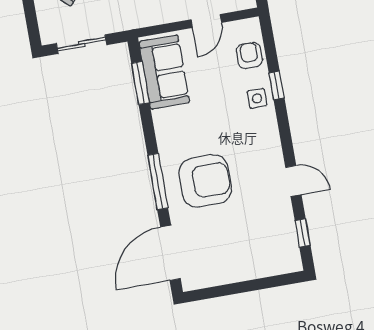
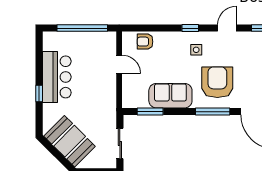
sofa: (164, 72) -> (170, 96), moved
window: (277, 85) -> (190, 28), moved
side table: (257, 98) -> (196, 50), moved

